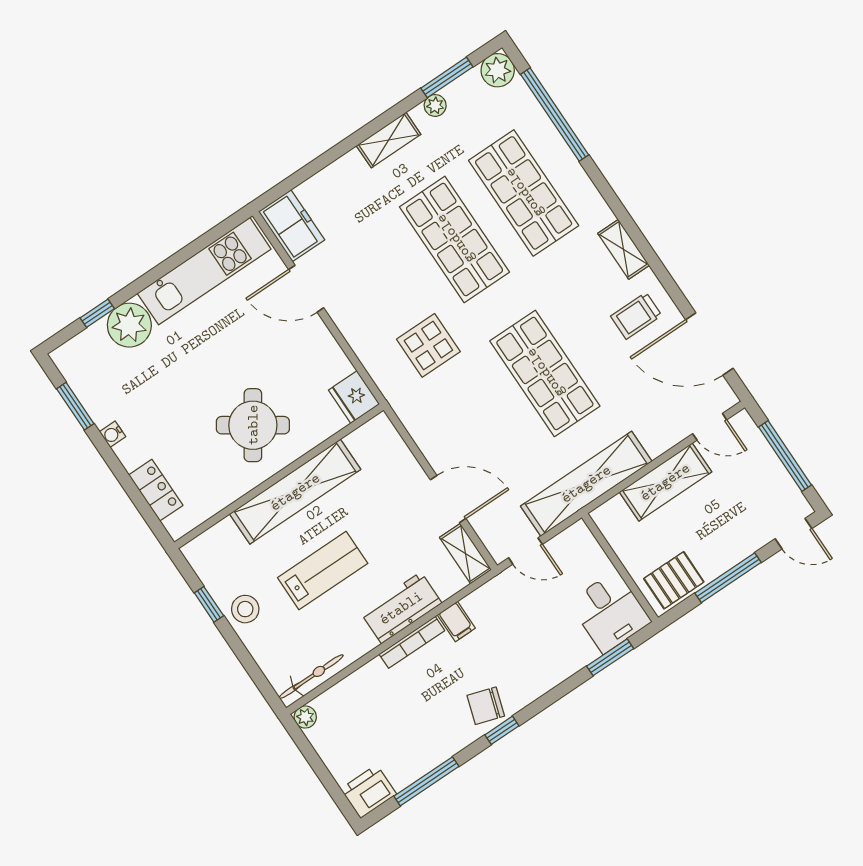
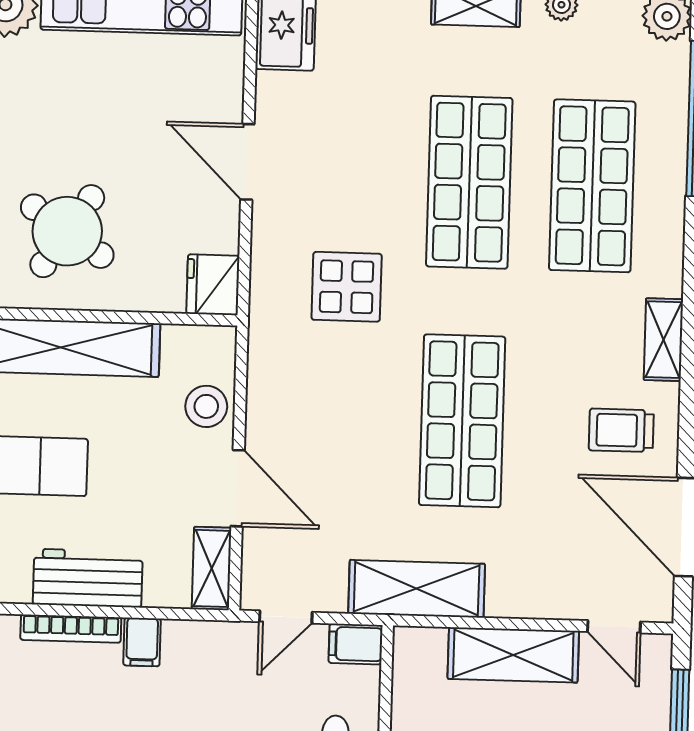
door: (306, 289) -> (247, 162), moved
stool: (399, 467) -> (206, 406), added
shelving: (586, 484) -> (417, 589), width x0.68
filing cabinet: (574, 538) -> (356, 644), added
door: (525, 551) -> (286, 617), hinge flipped

